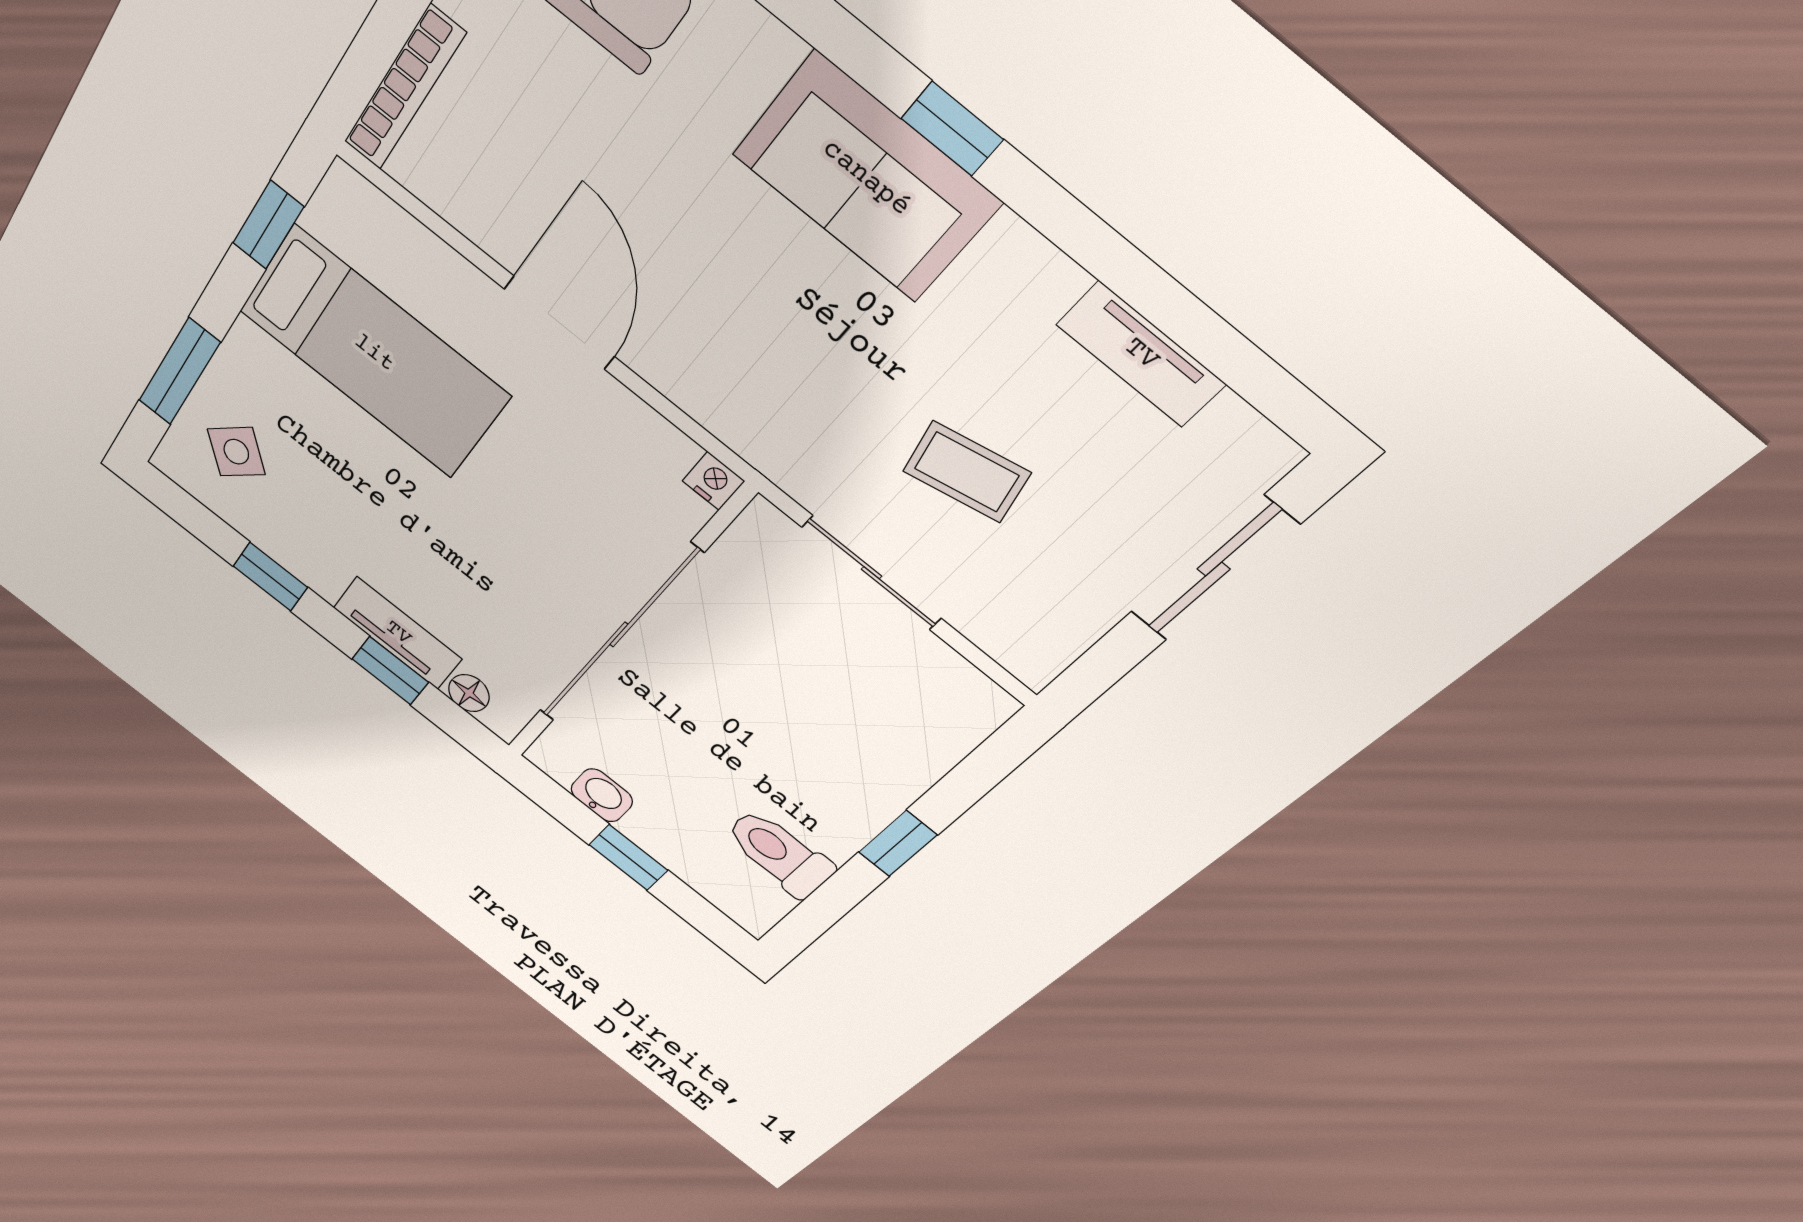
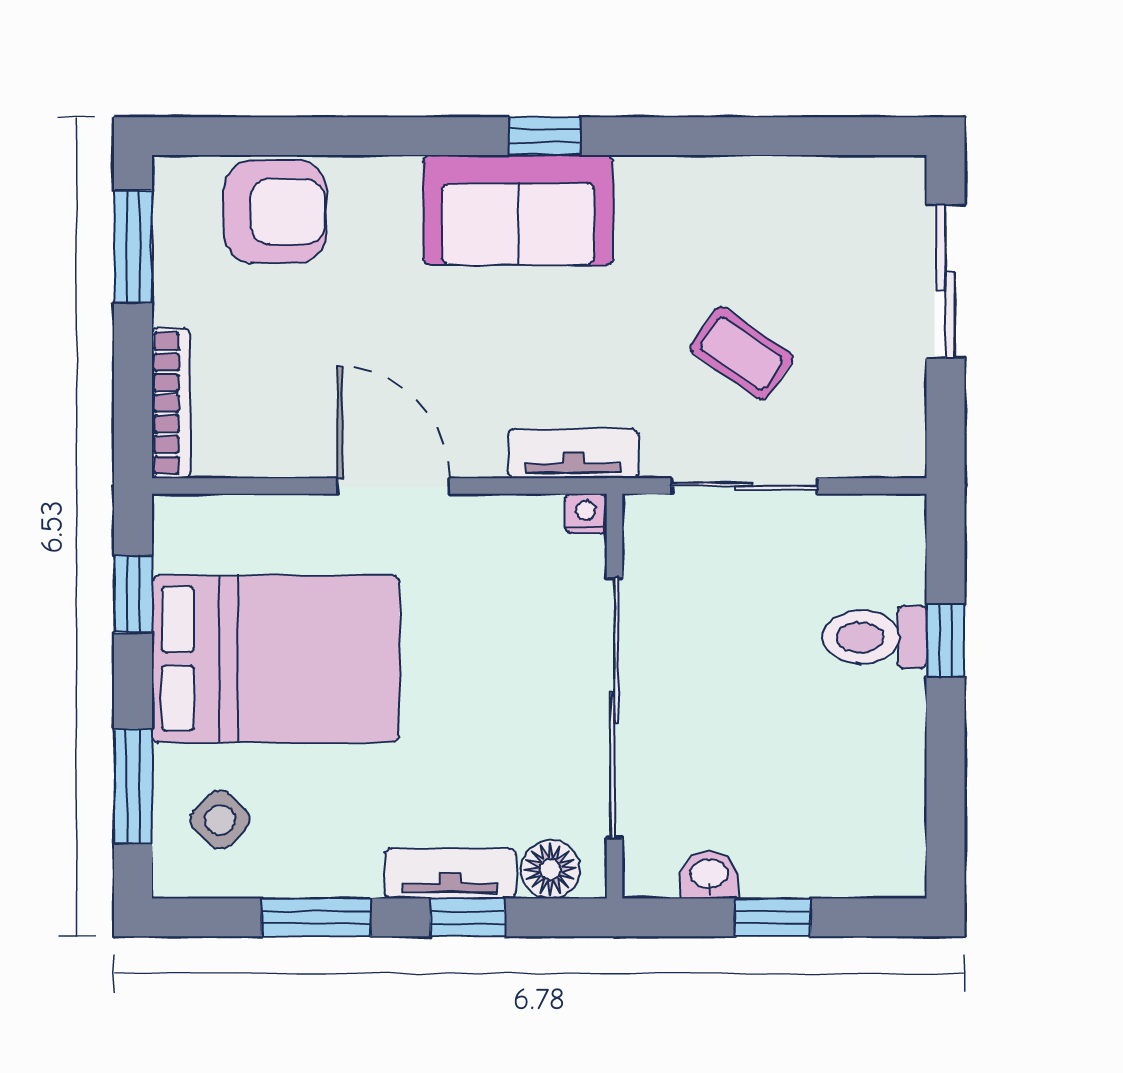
bed: (374, 353) -> (276, 659), width x1.50
tv unit: (1141, 354) -> (573, 454), moved, turned 180
coffee table: (967, 472) -> (742, 353), turned 47
window: (270, 577) -> (316, 917), width x1.50
floor lamp: (469, 693) -> (550, 869), width x1.37, depth x1.37
window: (898, 844) -> (946, 641), moved
toilet: (779, 853) -> (875, 637), moved

